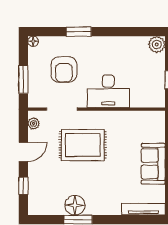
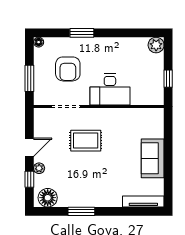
plant: (34, 123) -> (39, 168), moved
rug: (83, 145) -> (86, 141), width x0.73, depth x0.70
floor lamp: (75, 205) -> (48, 198), moved

